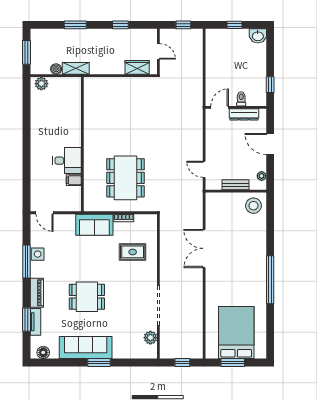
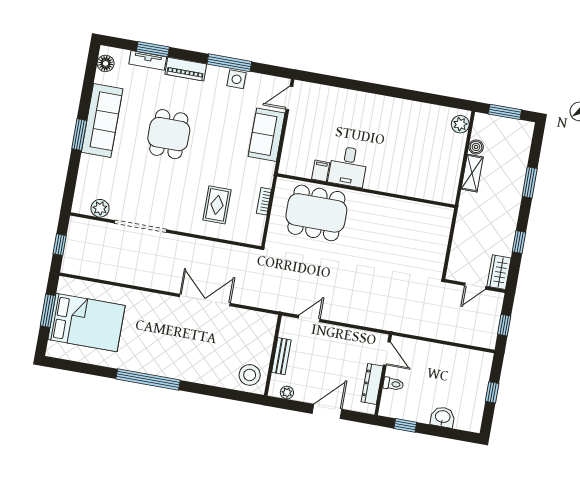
washbasin: (258, 36) -> (443, 417), moved, turned 90
wardrobe: (137, 67) -> (499, 272), moved, turned 180
wall: (82, 144) -> (366, 191), moved
desk: (67, 161) -> (348, 167), moved
filing cabinet: (74, 180) -> (321, 171), moved
sofa: (94, 225) -> (267, 135), moved

